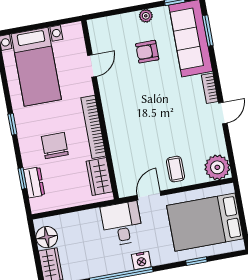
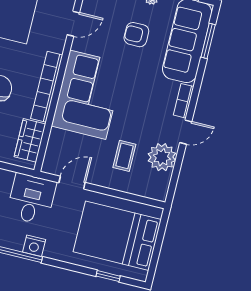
corner sofa: (130, 118) -> (88, 95), added
plant: (217, 167) -> (162, 157), moved
coffee table: (176, 169) -> (124, 156), moved
window: (196, 261) -> (108, 276), moved

